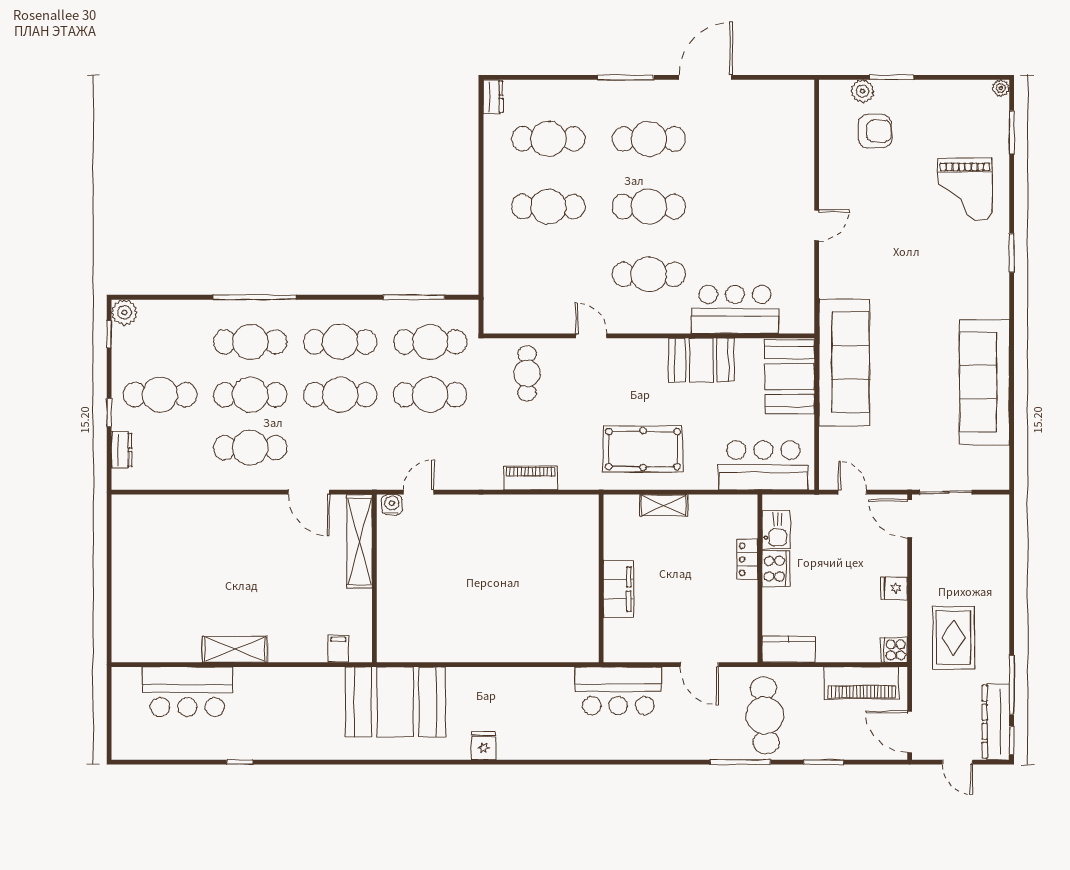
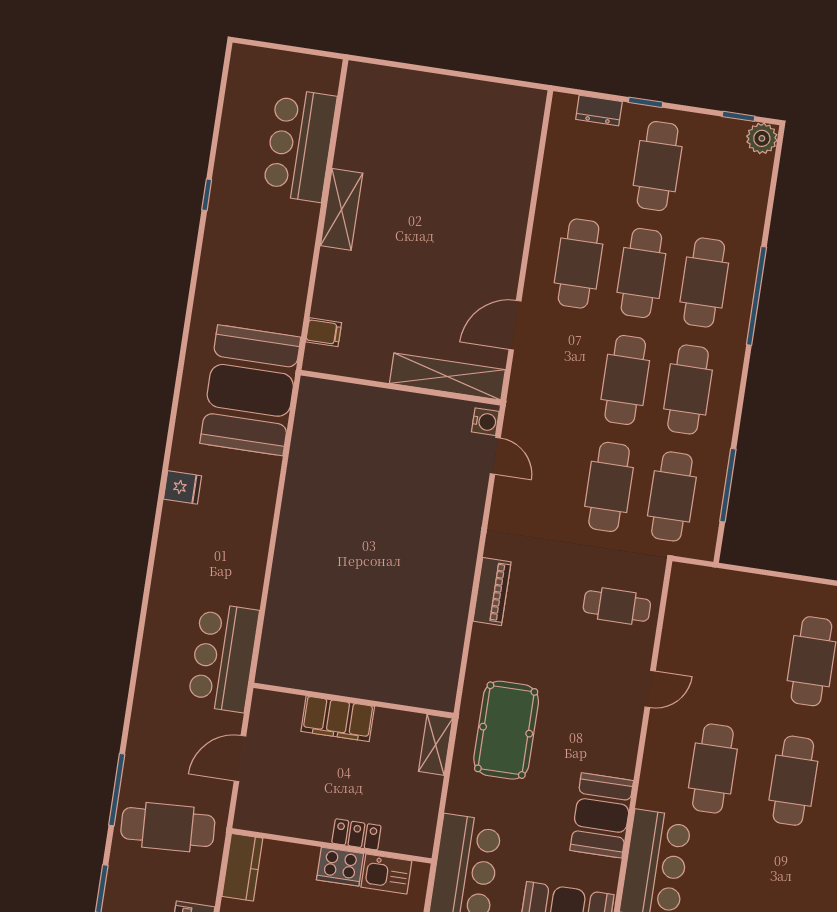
wall: (601, 578) -> (354, 700), moved
filing cabinet: (618, 589) -> (338, 719), moved

